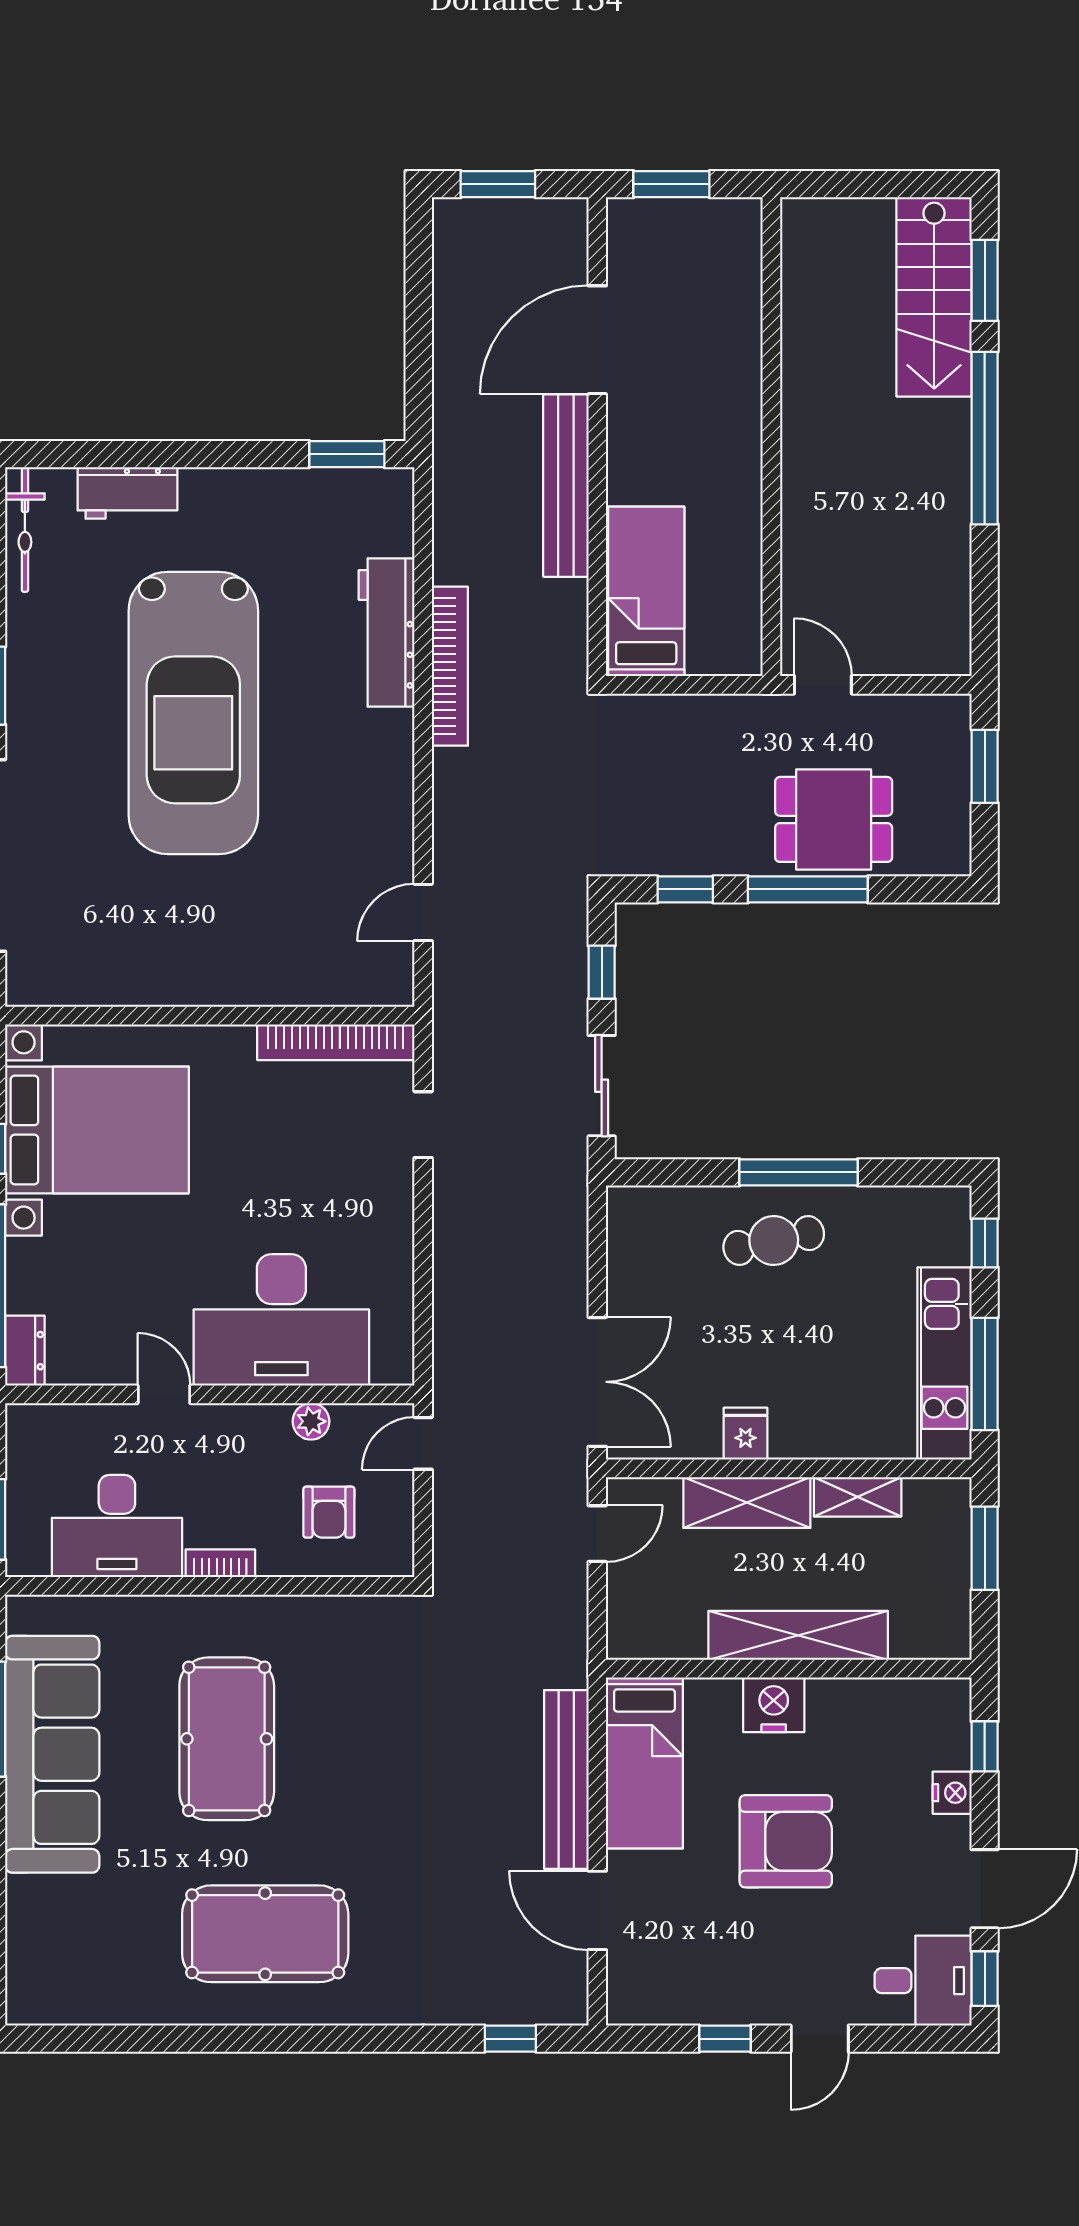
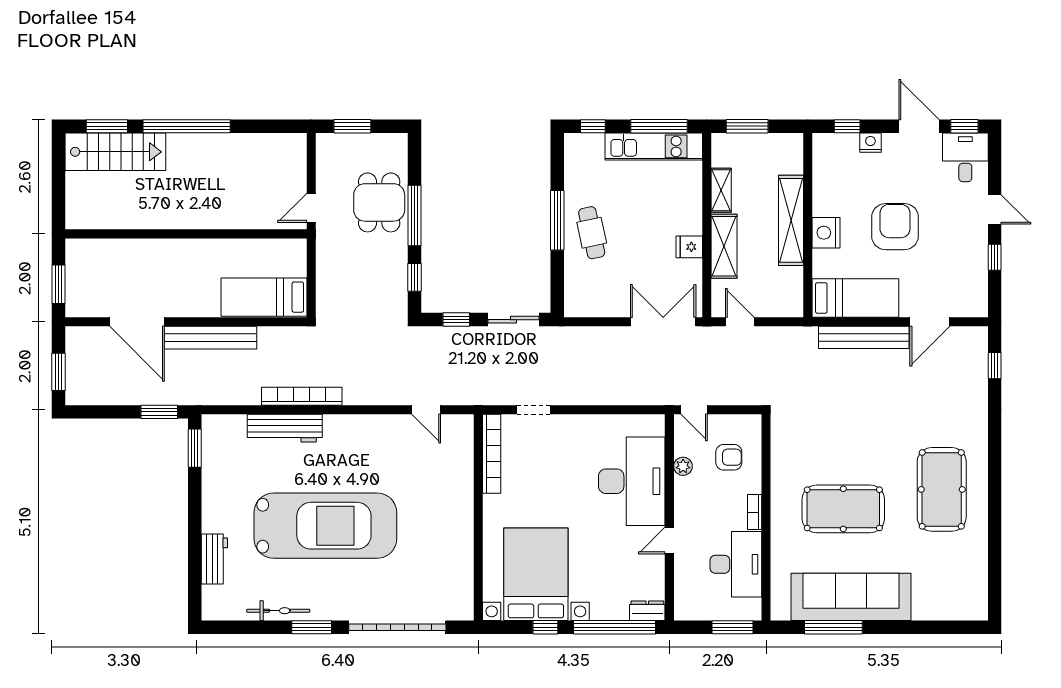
window: (419, 384) -> (159, 412), added
bicycle: (25, 529) -> (278, 611), moved

